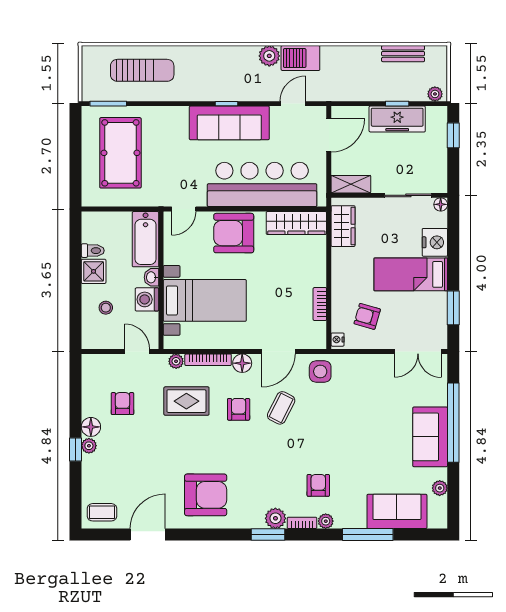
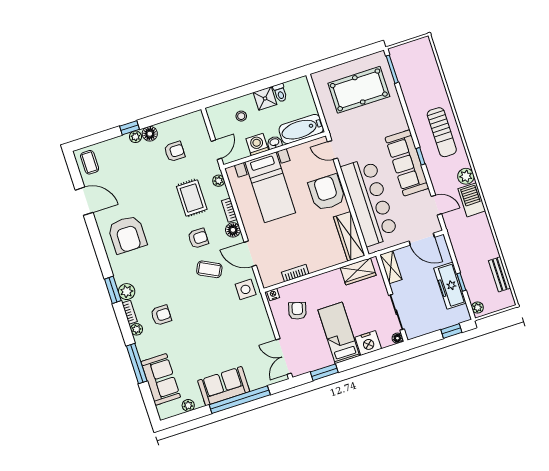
sun lounger: (142, 70) -> (442, 132), moved
bookcase: (208, 360) -> (229, 210), width x0.64

